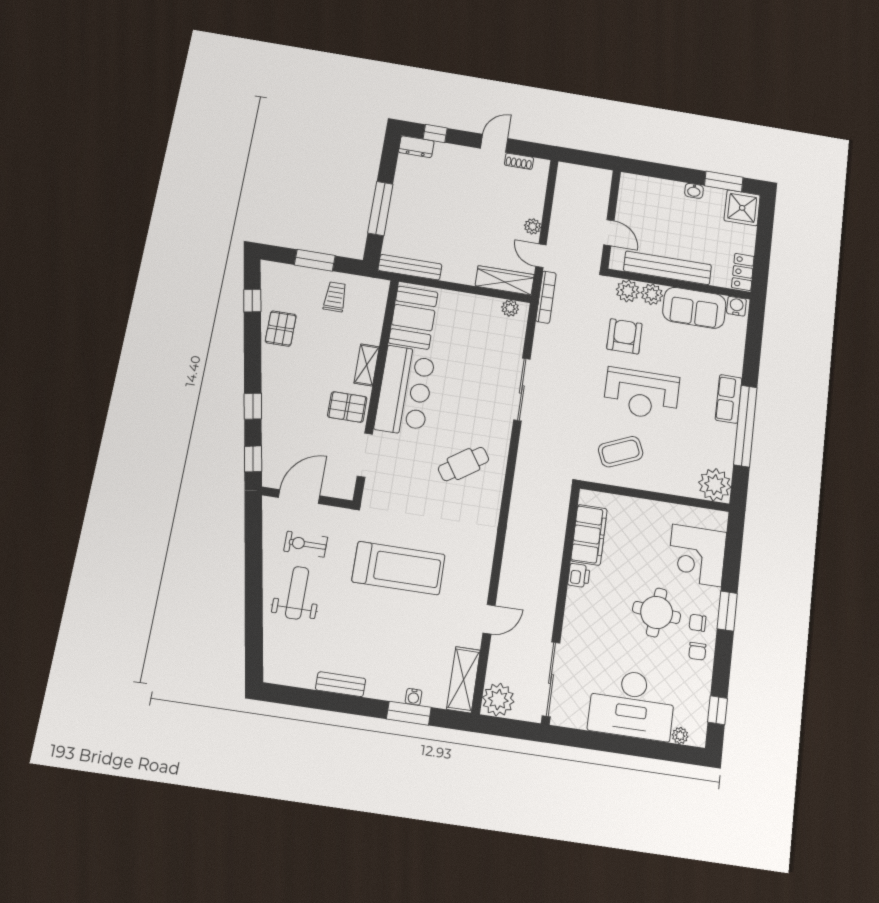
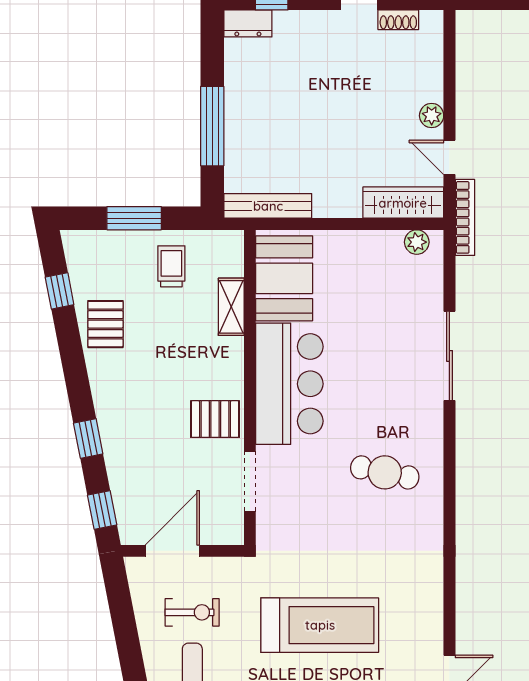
shelving: (367, 365) -> (231, 307), moved
cafe table: (464, 464) -> (385, 472), turned 46
exercise bike: (306, 544) -> (192, 612), turned 180

